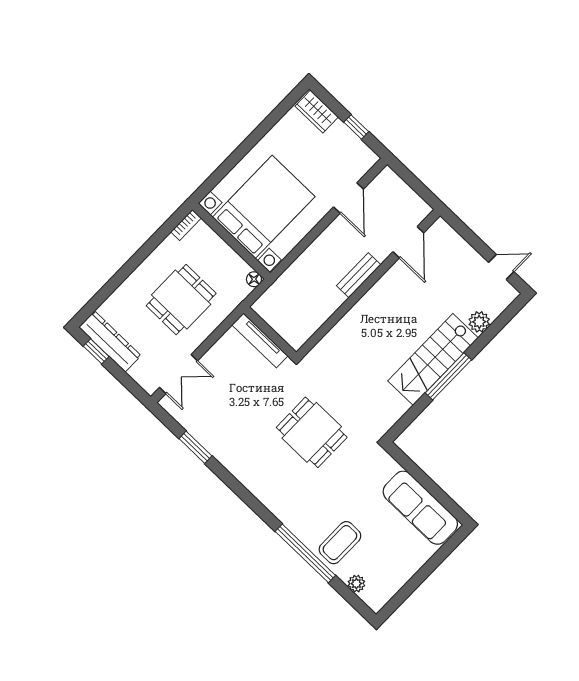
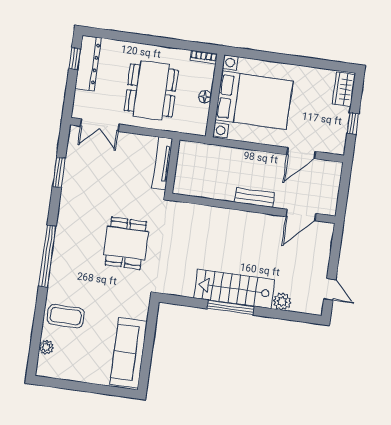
floor lamp: (254, 279) -> (205, 97), moved
dining table: (181, 300) -> (151, 90), width x1.38
window: (305, 553) -> (47, 256), moved

